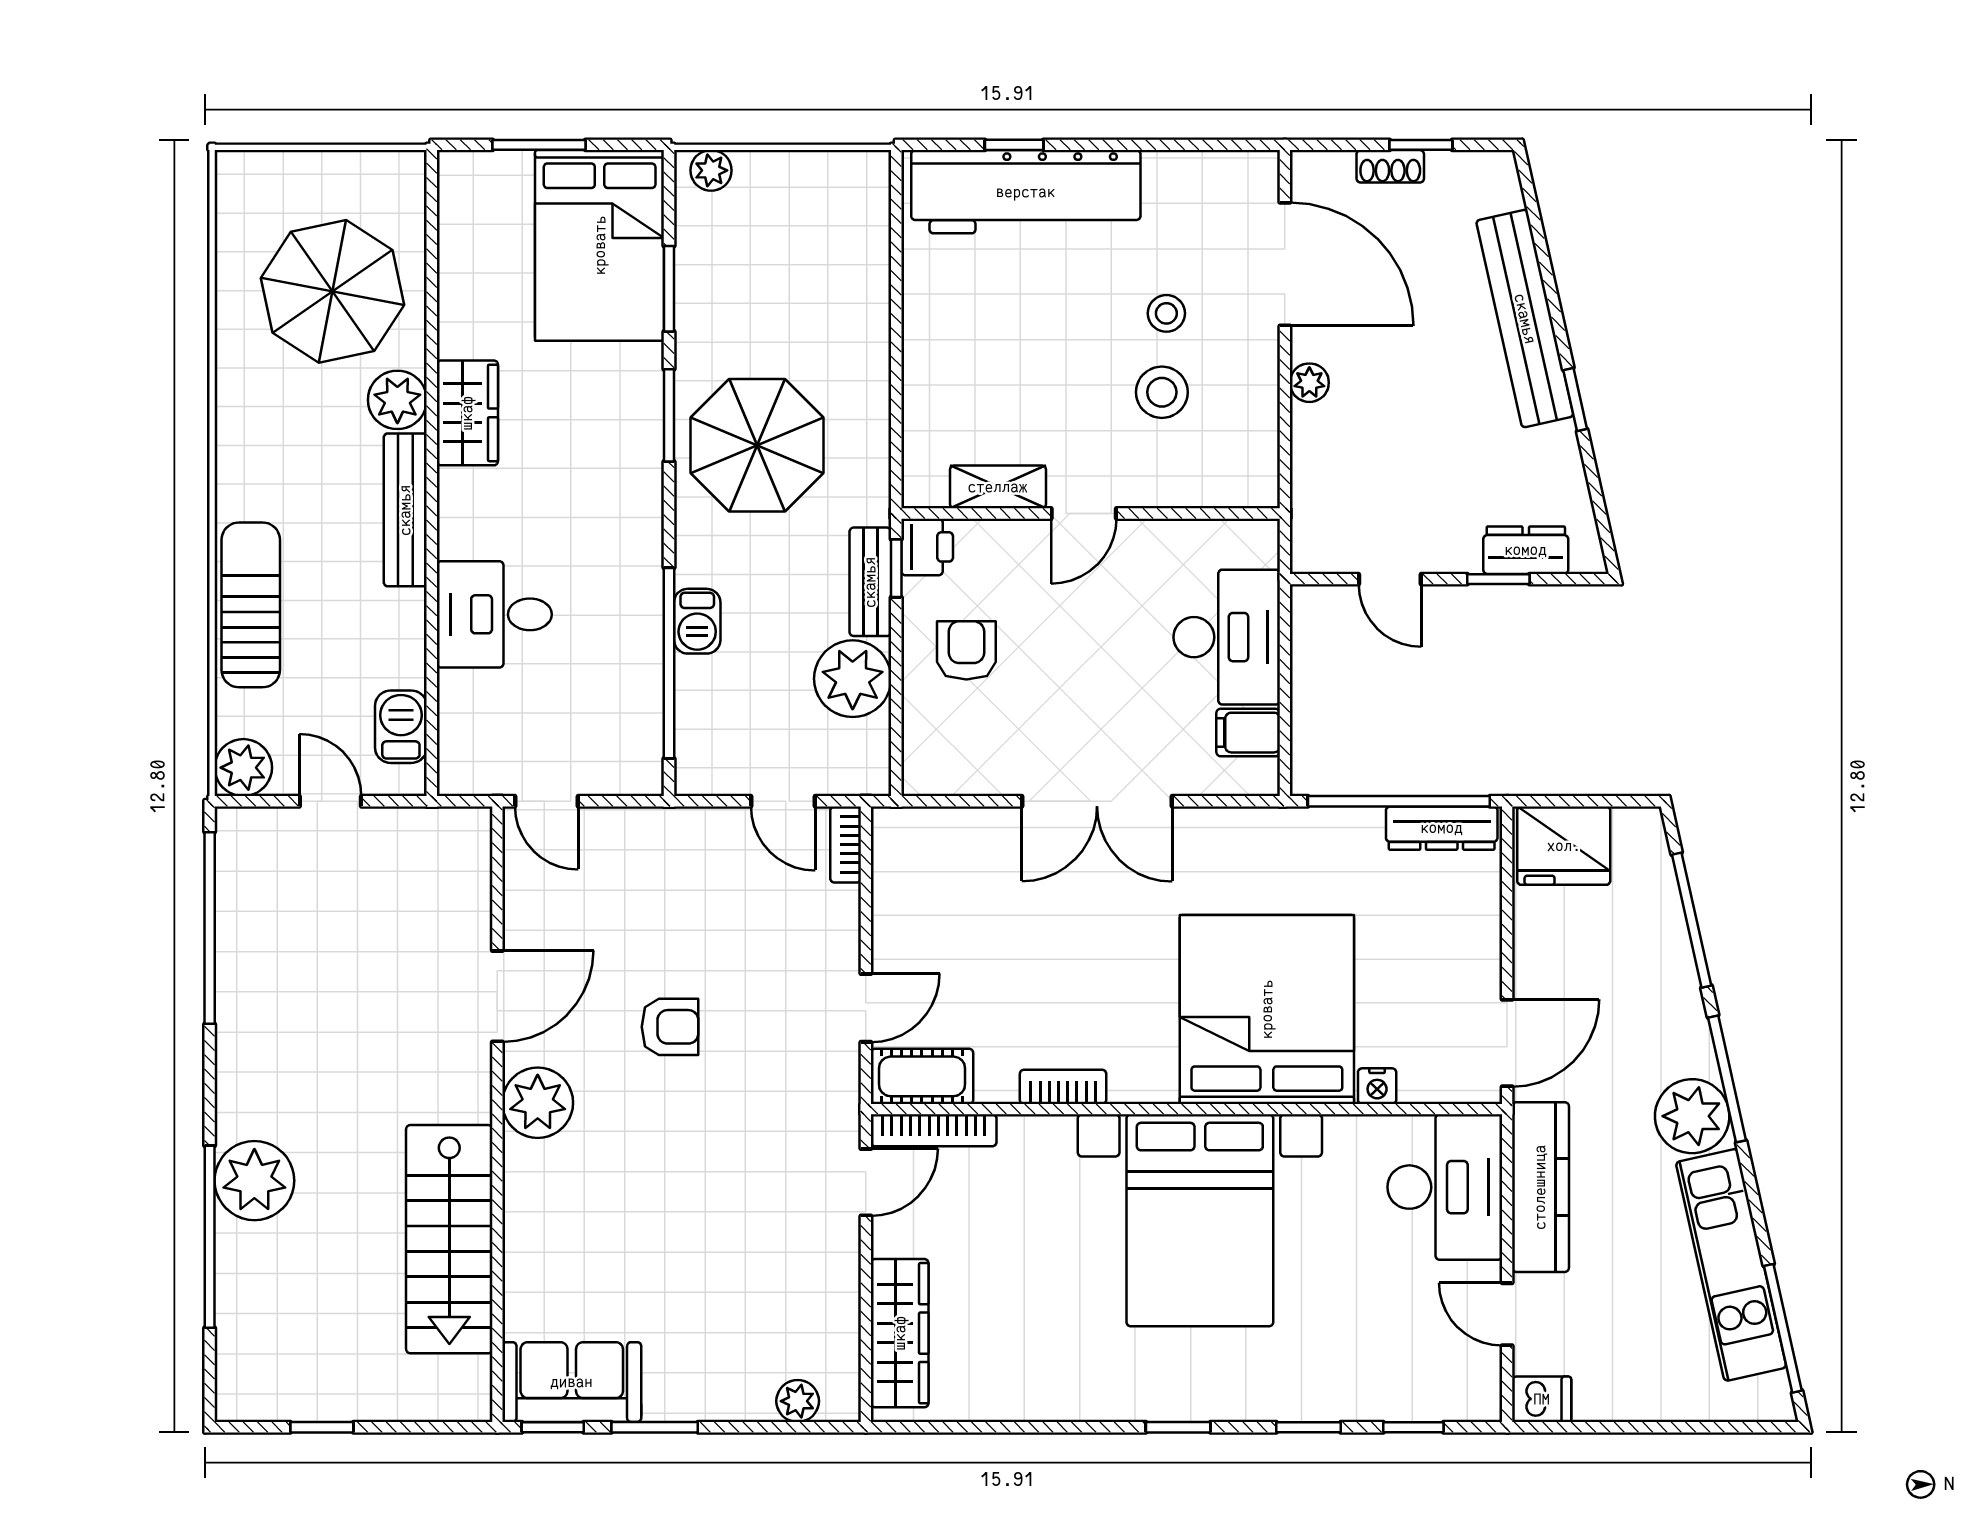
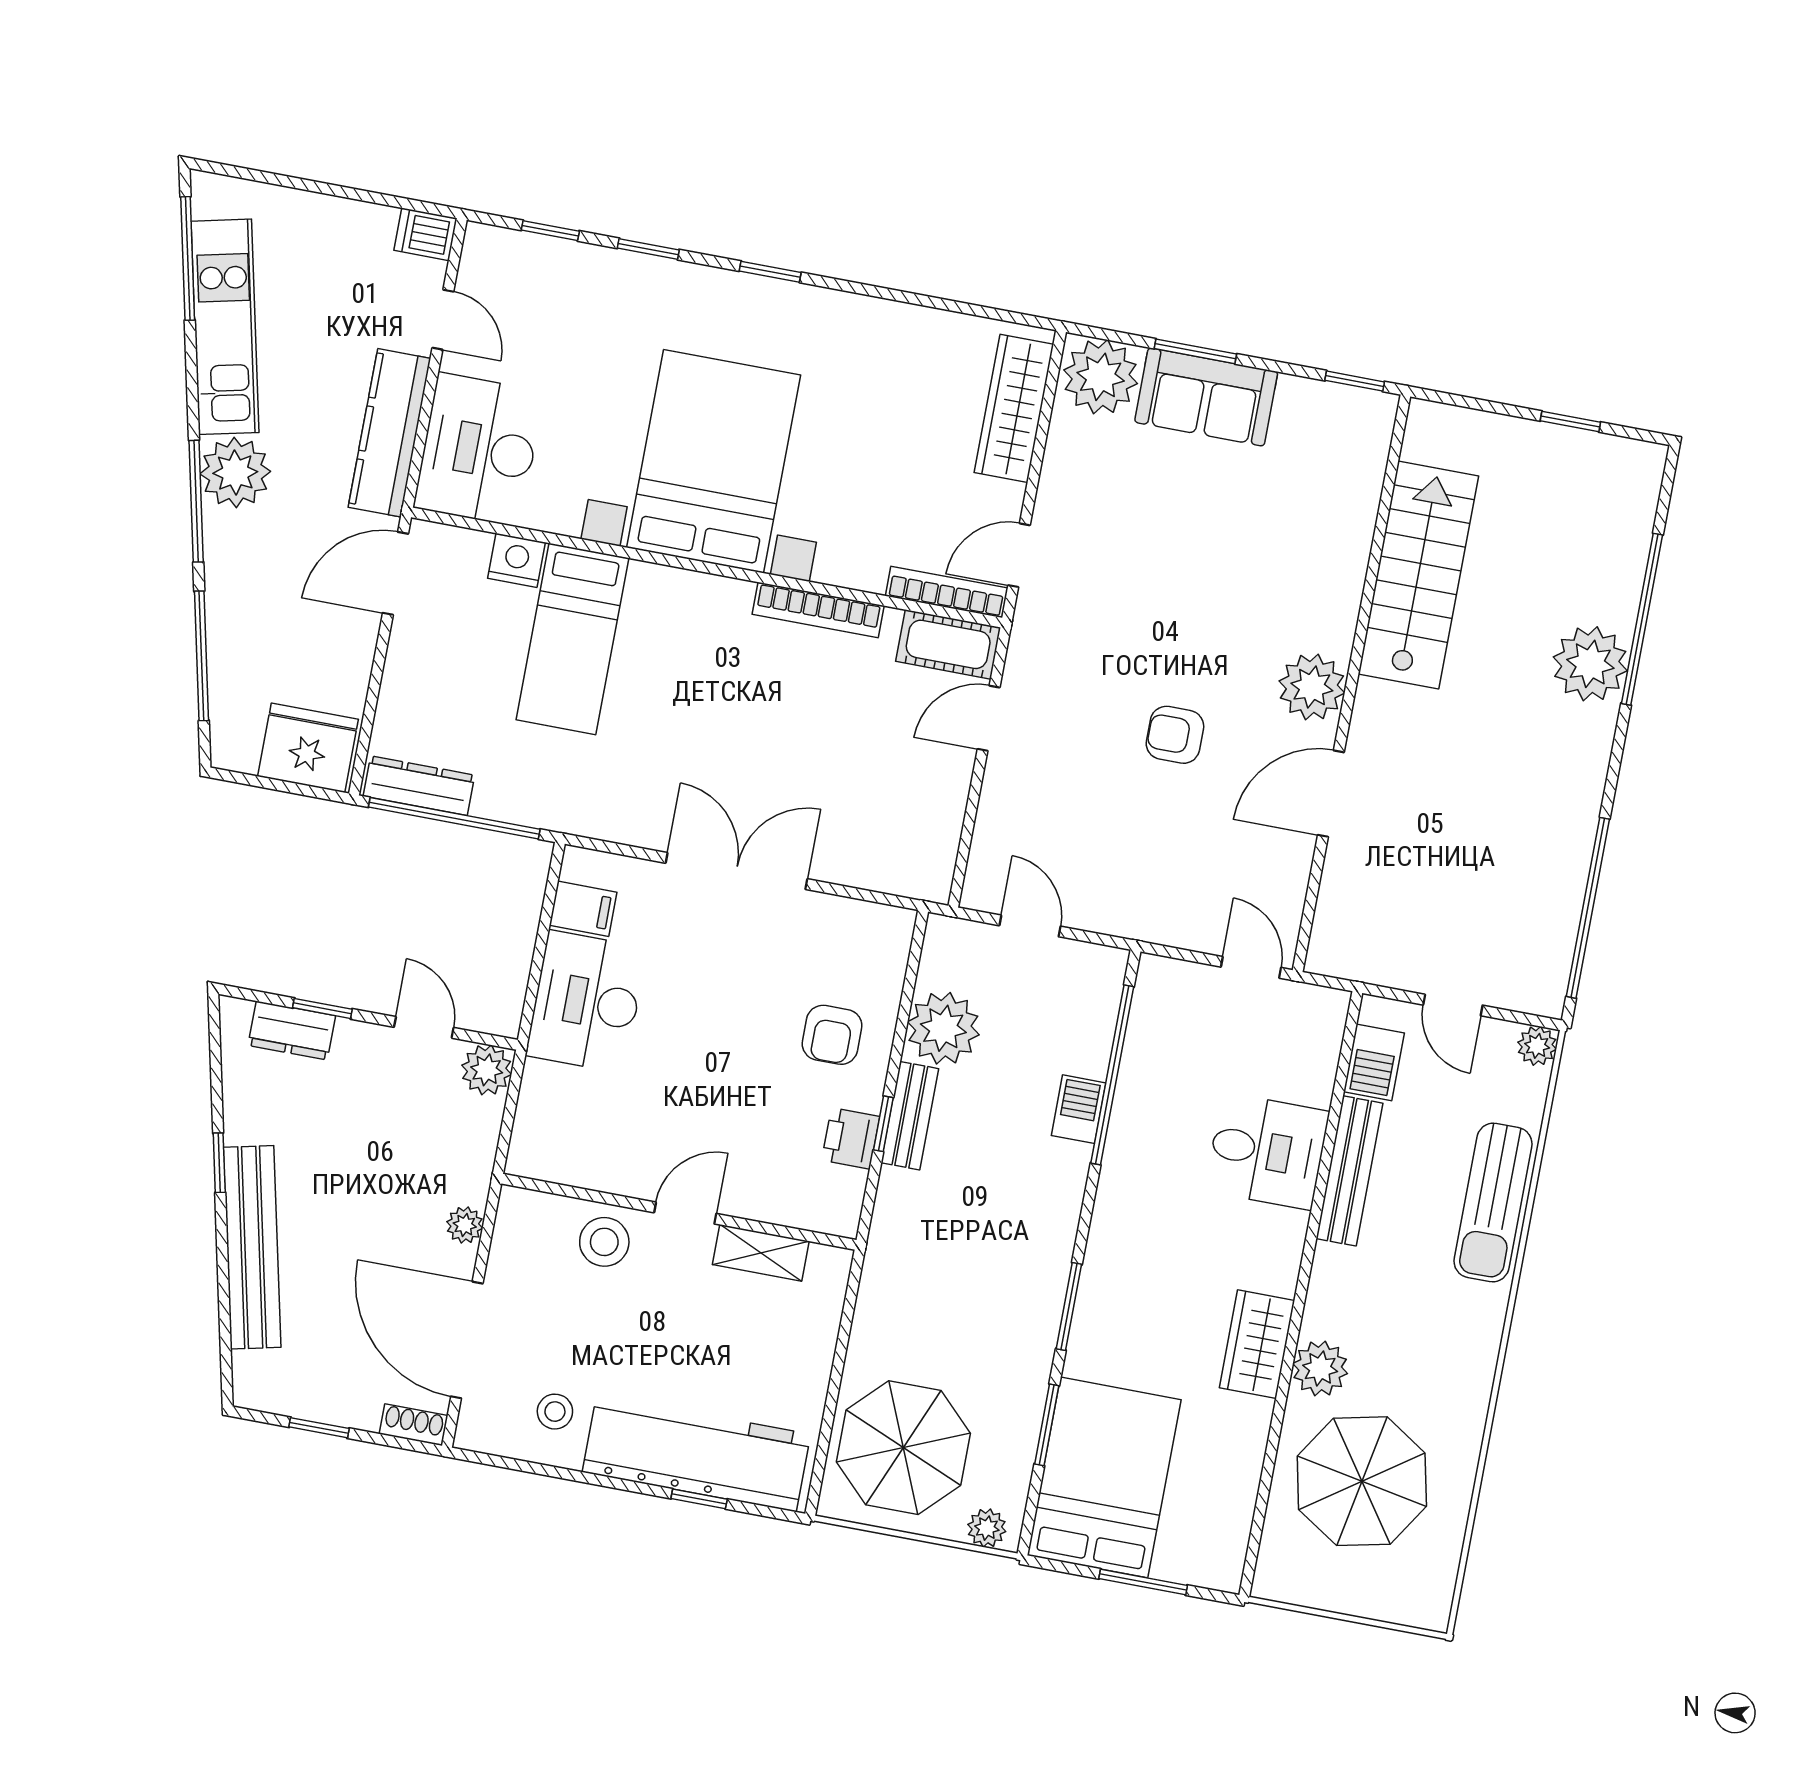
shoe rack: (1390, 166) -> (414, 1425), moved
stool: (1166, 313) -> (555, 1412), moved
parasol: (757, 445) -> (903, 1448), moved
shelving: (998, 487) -> (761, 1253), moved
bench: (405, 510) -> (1349, 1171), moved
door: (1084, 513) -> (685, 1213), moved
wall: (1091, 513) -> (679, 1212), moved
plant: (1317, 547) -> (487, 1070), added
plant: (243, 768) -> (1537, 1046), width x0.73, depth x0.73
bookcase: (846, 844) -> (979, 875), removed
bed: (1267, 1009) -> (572, 639), width x0.49
nightstand: (1377, 1086) -> (516, 560), width x1.39, depth x1.35
bookcase: (1063, 1087) -> (818, 610), width x1.56
sofa: (572, 1382) -> (1206, 397), moved
plant: (798, 1401) -> (1101, 377), width x1.87, depth x1.87
window: (655, 1427) -> (1195, 351), moved

